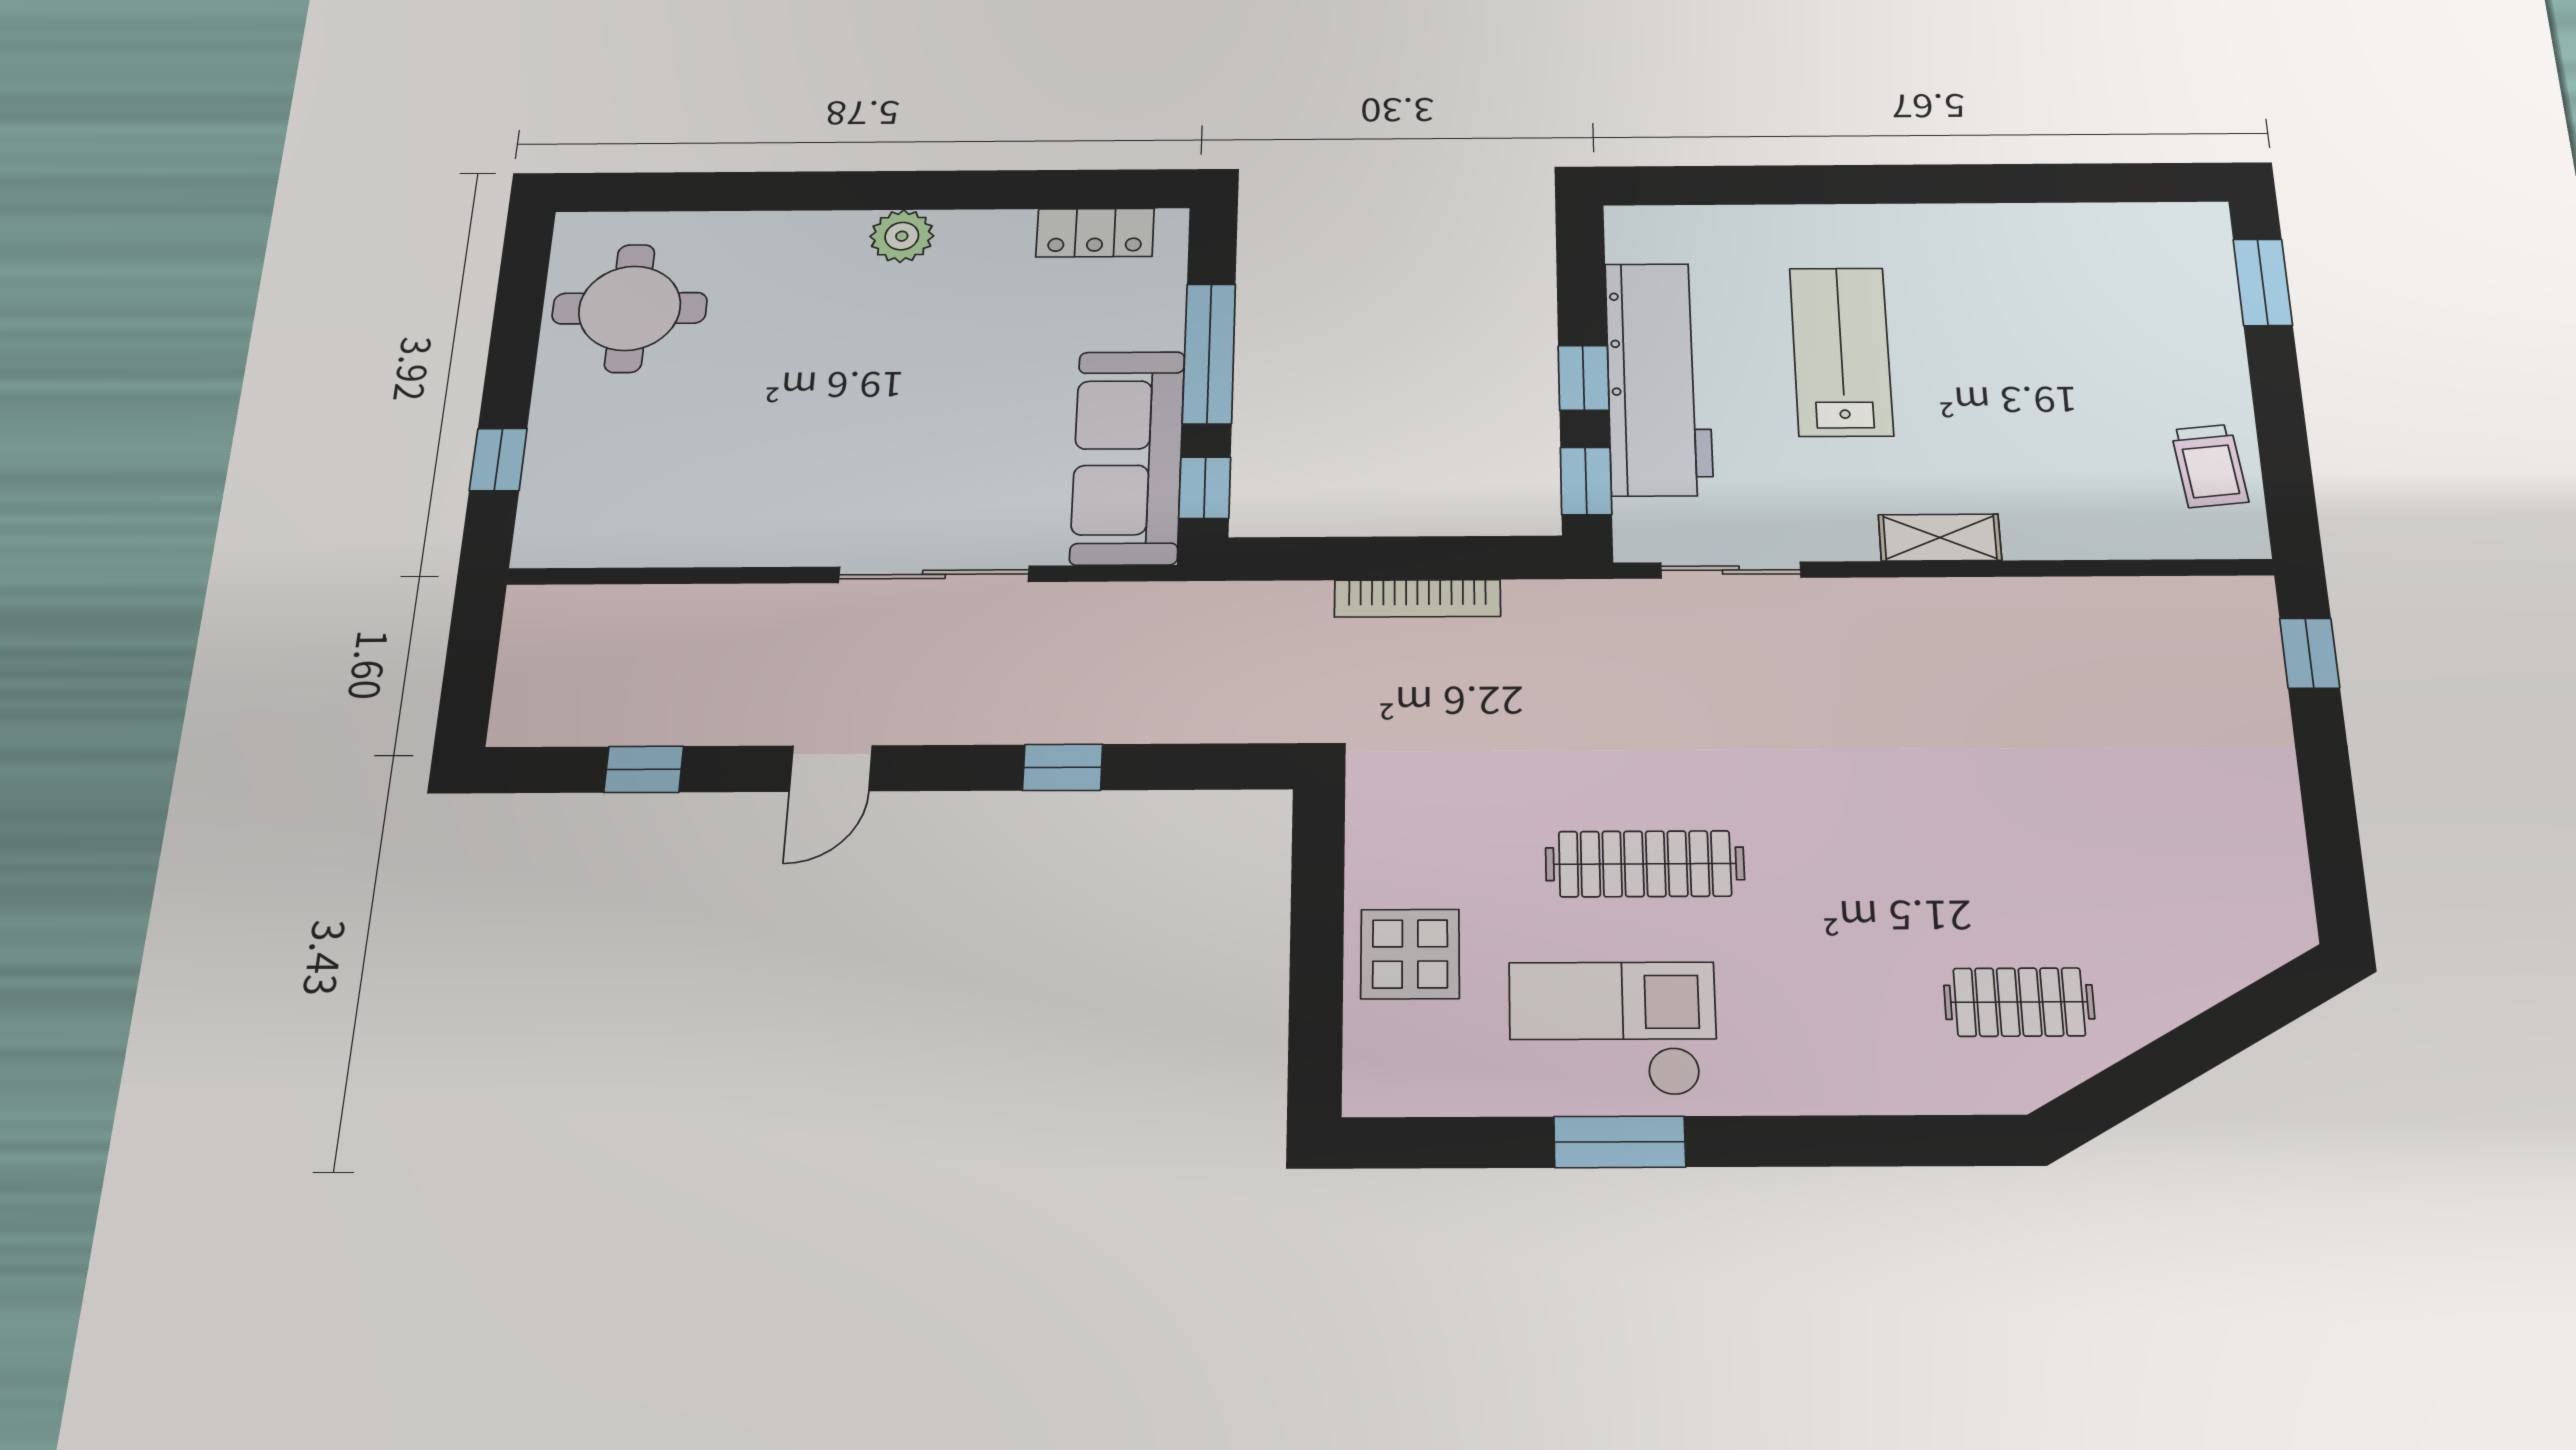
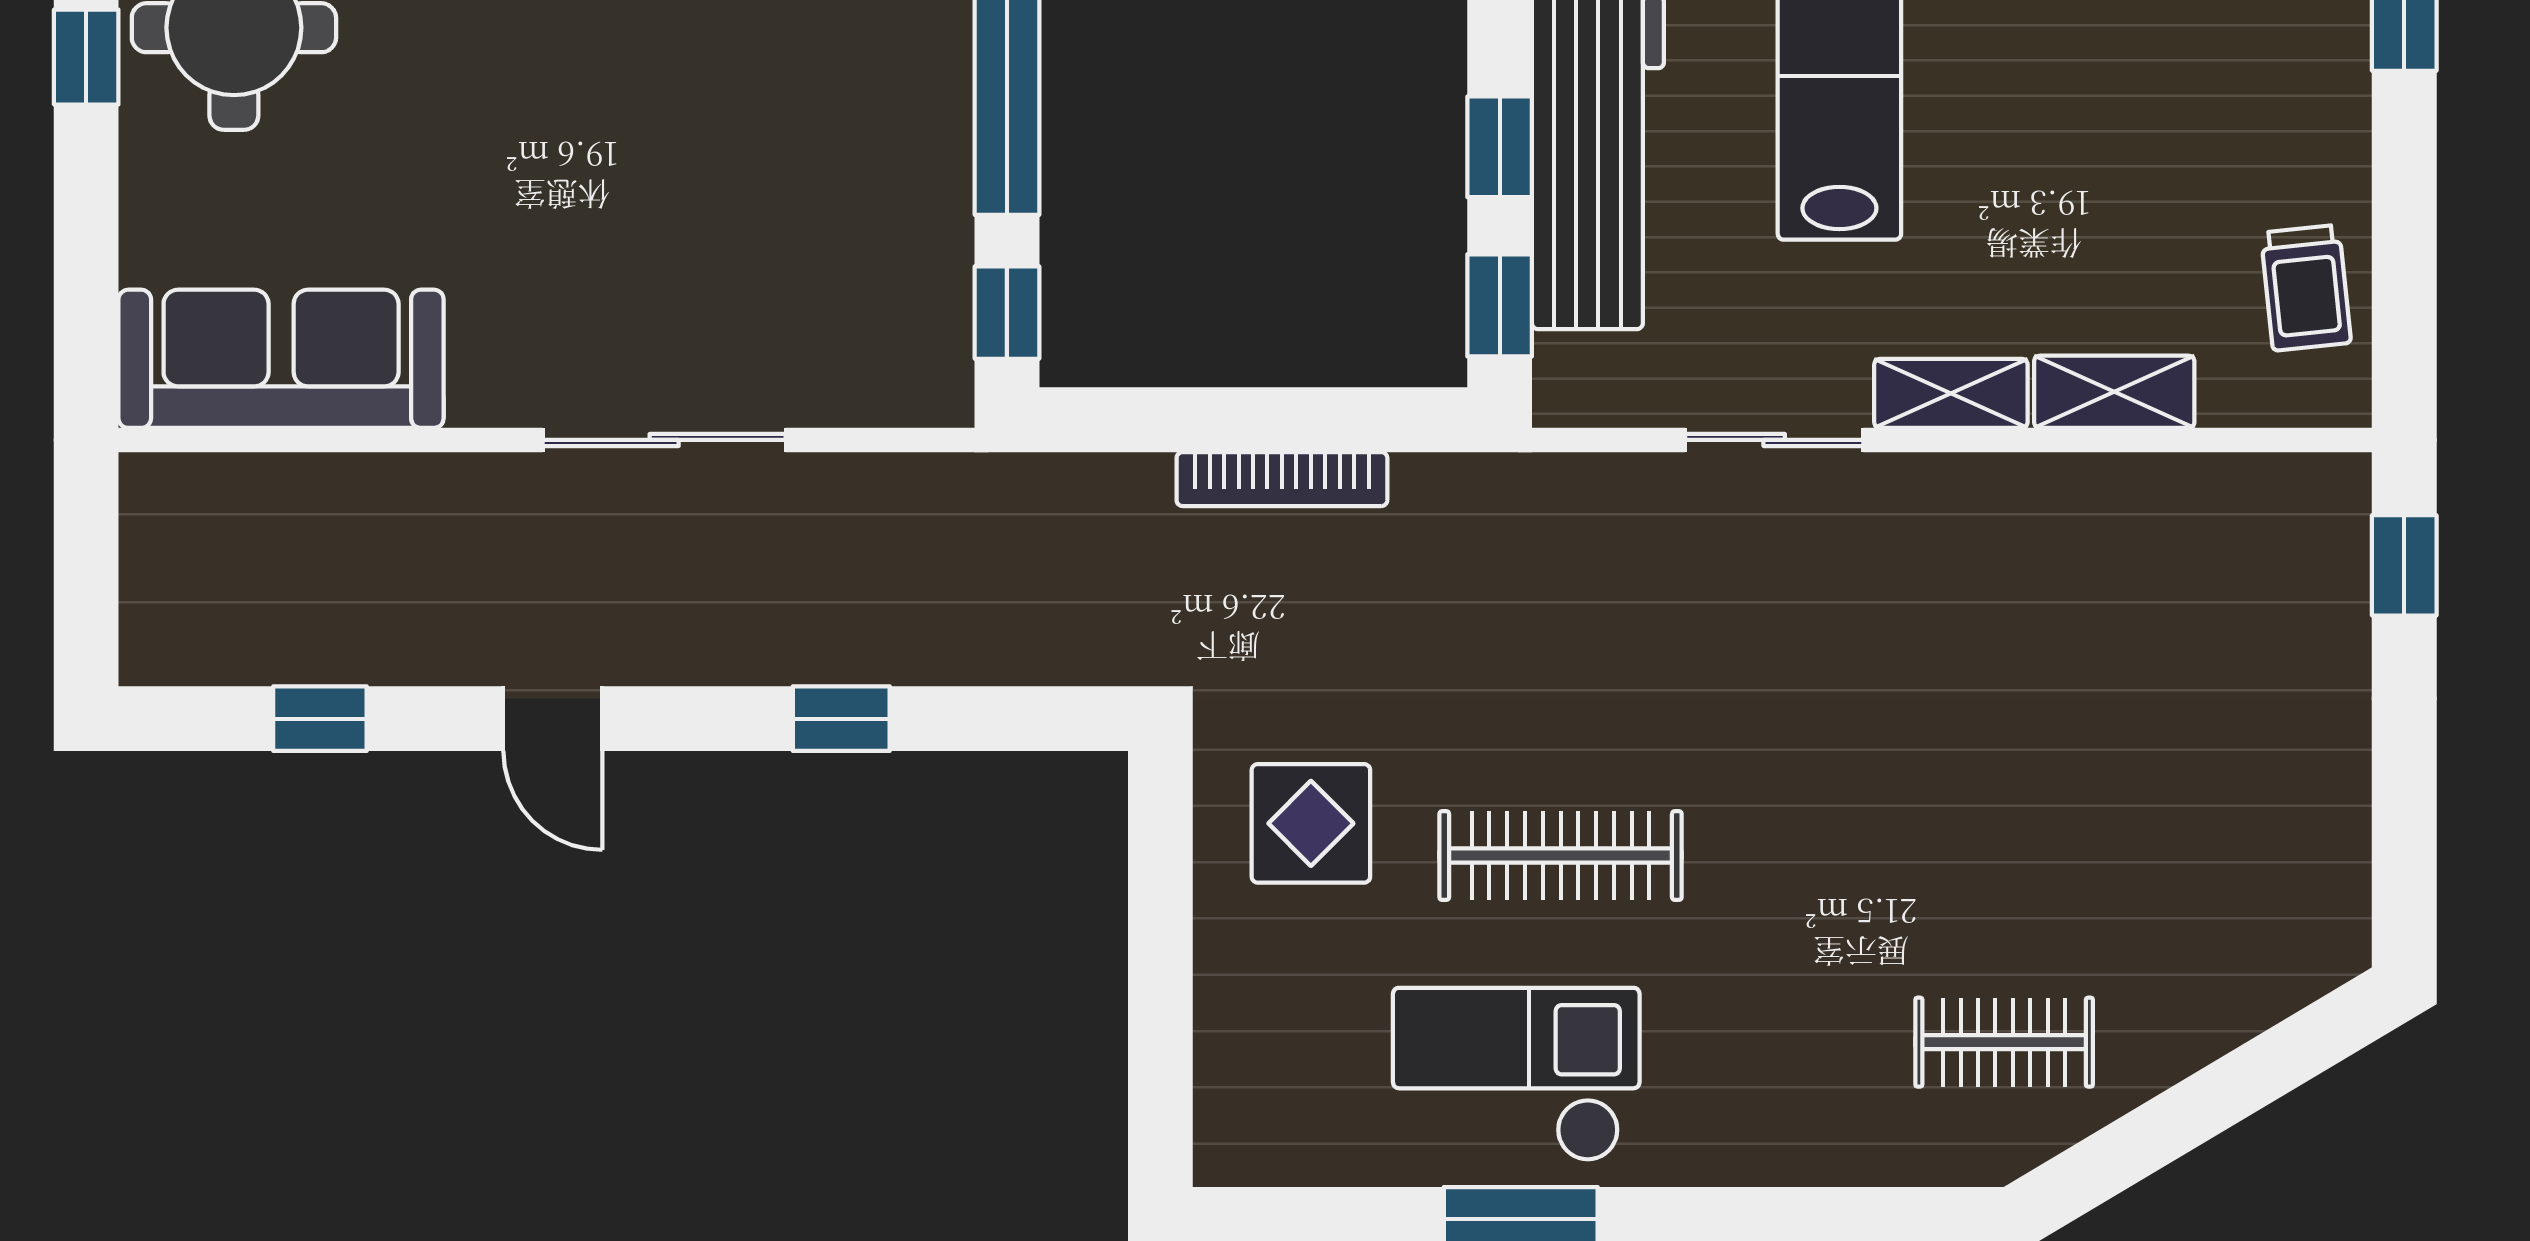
sofa: (1128, 457) -> (281, 359), moved, turned 90
window: (498, 460) -> (86, 57), moved
shelving: (2068, 536) -> (2114, 392), added
sliding door: (1731, 570) -> (1774, 440), moved
door: (831, 768) -> (553, 719), hinge flipped
display table: (1410, 954) -> (1311, 823), moved

